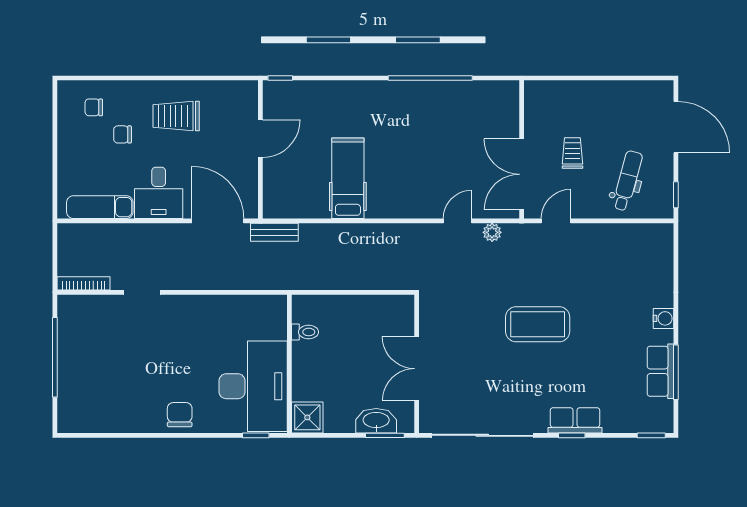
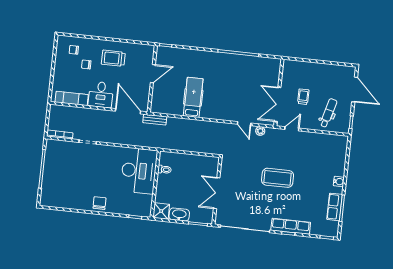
door: (458, 221) -> (244, 124), swing flipped
desk: (253, 386) -> (139, 171), moved
row of seats: (575, 420) -> (291, 226), width x1.48
washbasin: (376, 421) -> (179, 215), moved

